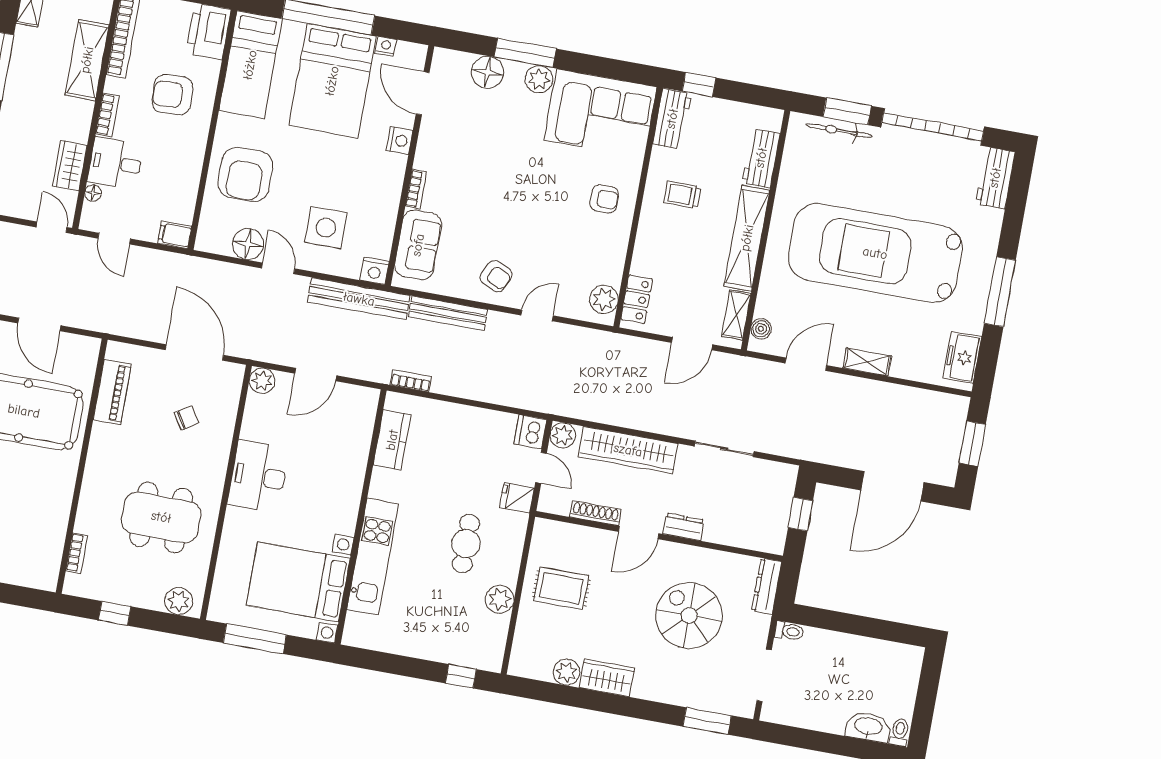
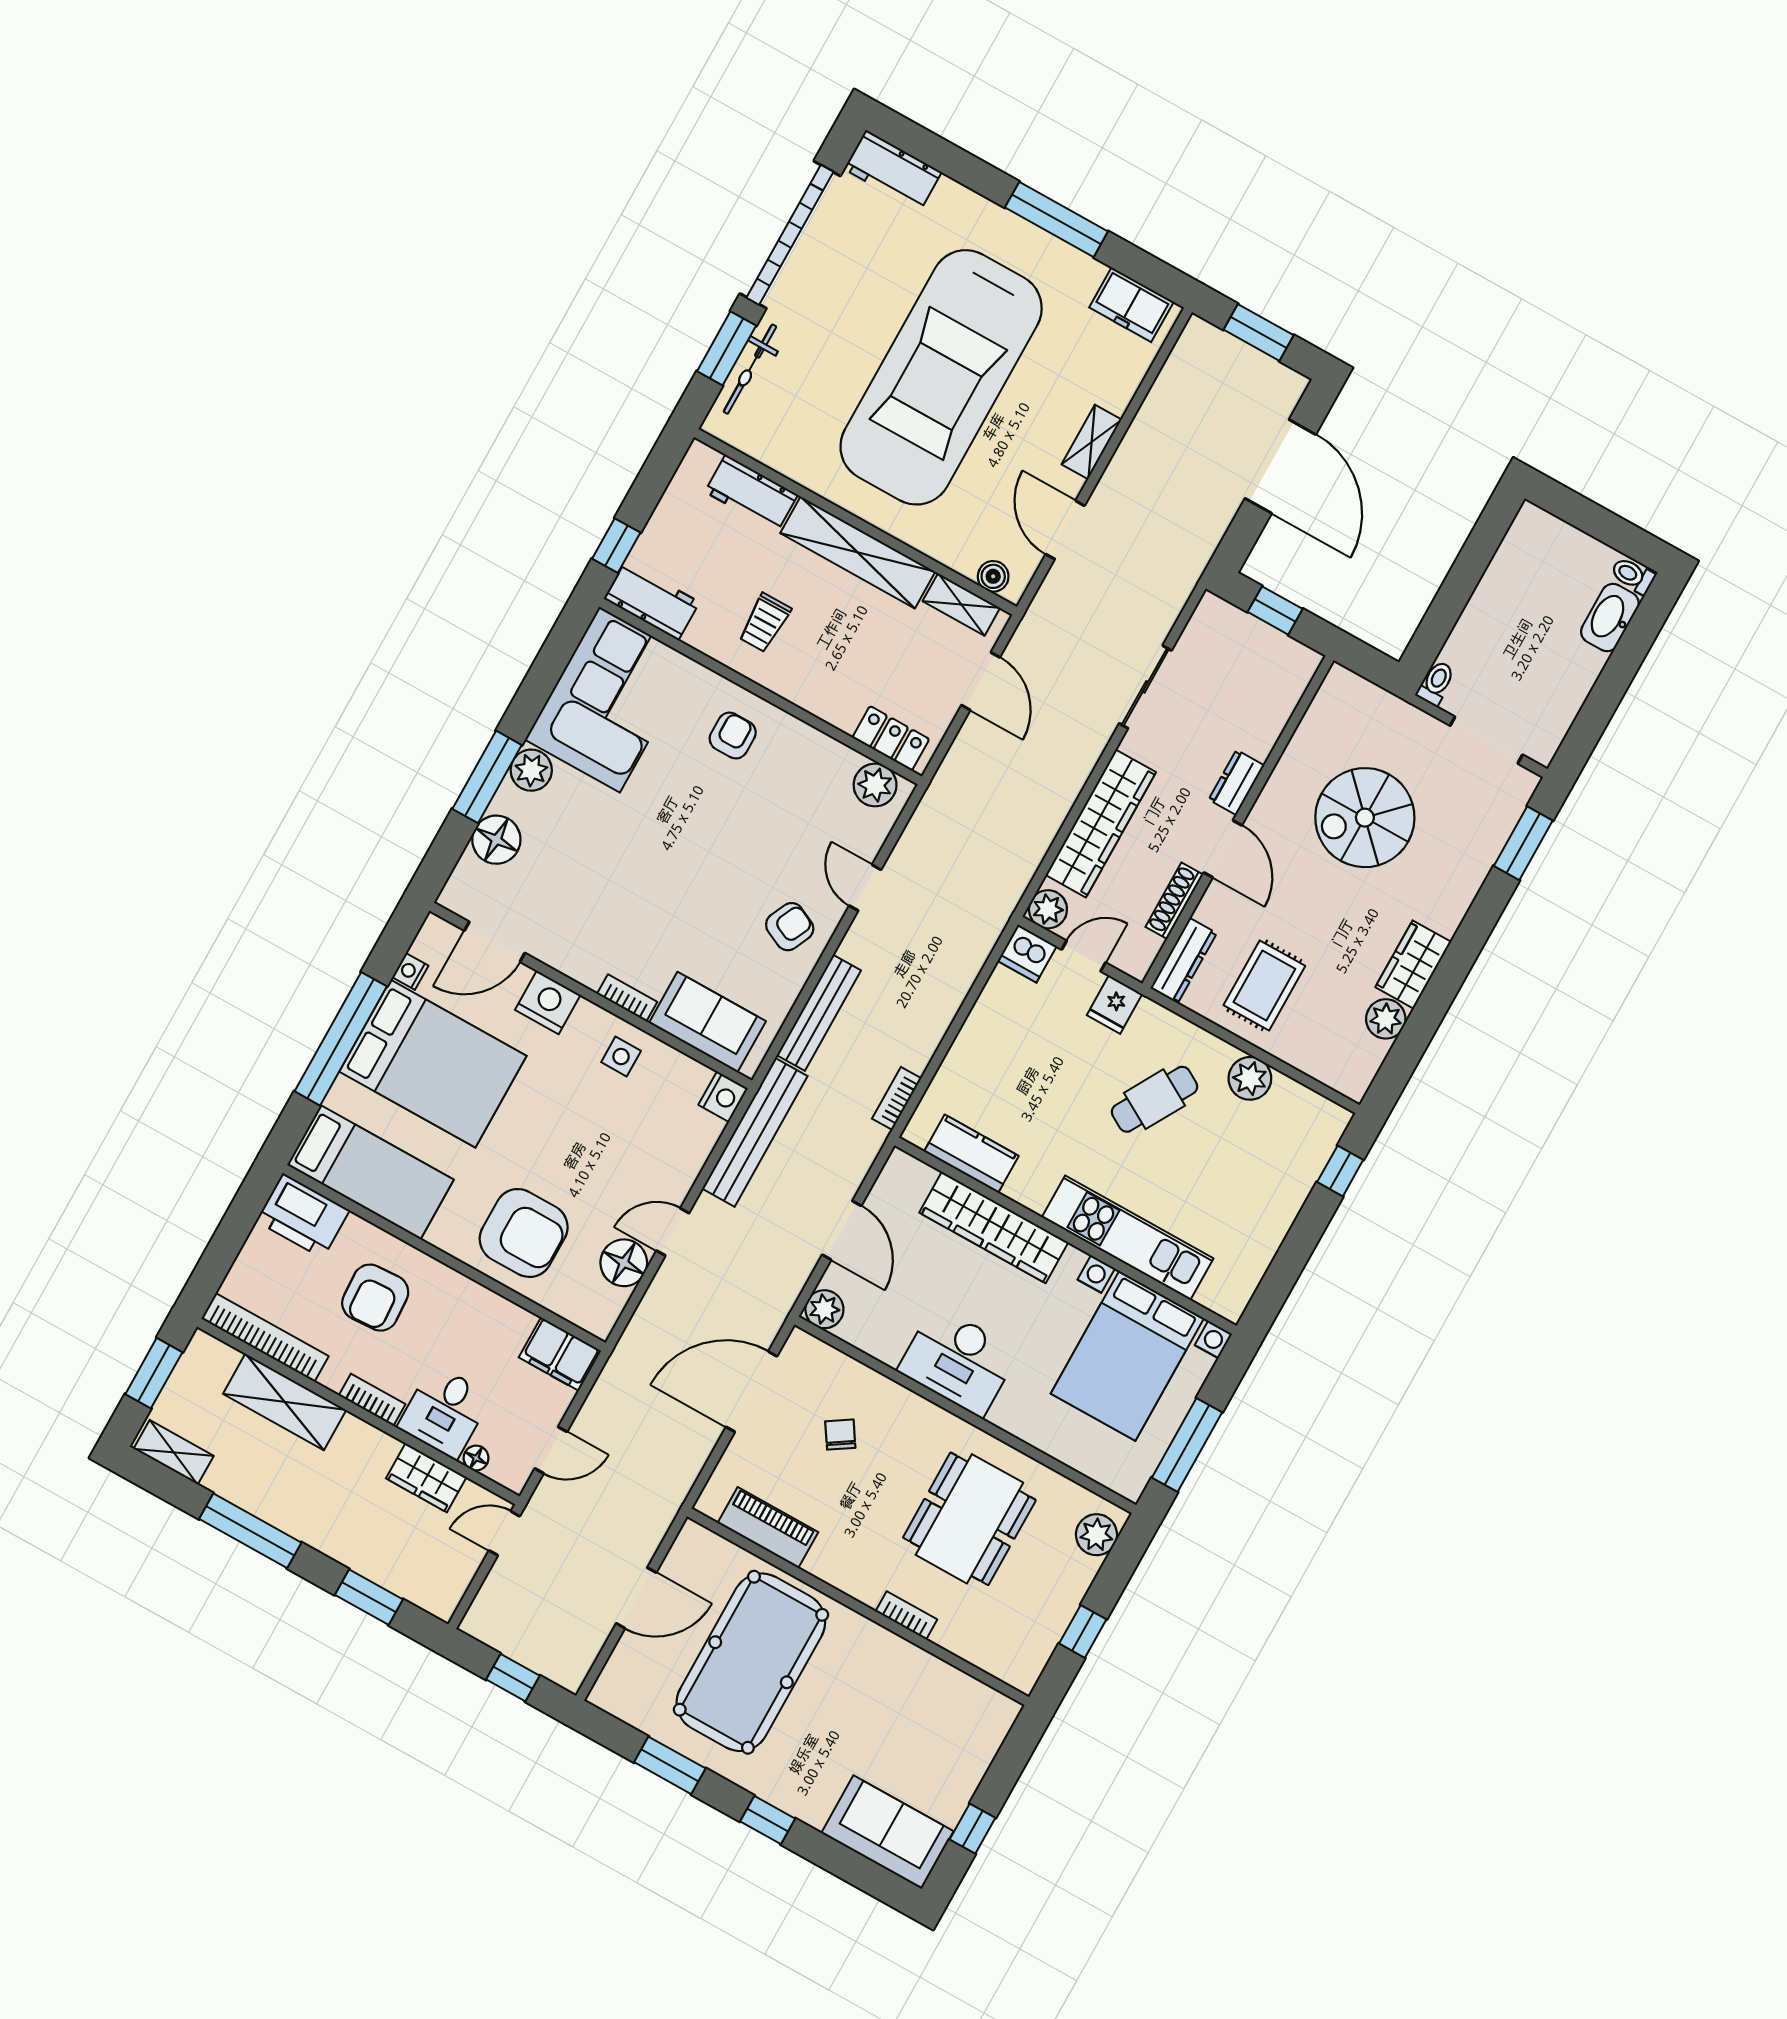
nightstand: (400, 141) -> (548, 1002), width x1.36, depth x1.33
side table: (326, 228) -> (621, 1057), moved, width x0.54, depth x0.54
filing cabinet: (175, 235) -> (560, 1354), width x2.00
wardrobe: (350, 470) -> (994, 1227), added
cafe table: (466, 544) -> (1155, 1099), turned -60
bookcase: (77, 553) -> (906, 1615), moved
dresser: (767, 586) -> (1184, 961), moved, turned -90

